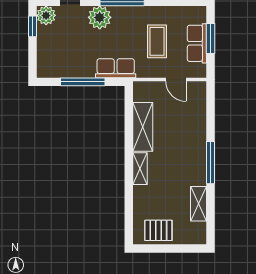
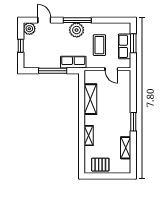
plant: (100, 17) -> (77, 30), moved
window: (32, 26) -> (21, 46), moved
window: (211, 163) -> (133, 122), width x0.69
shelving: (140, 169) -> (89, 136), moved

